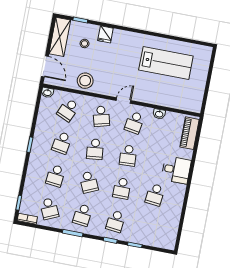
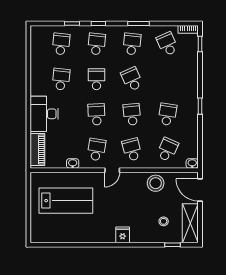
fridge: (105, 34) -> (123, 235), moved
lab bench: (166, 63) -> (66, 201), moved, turned 180
desk: (176, 170) -> (44, 114), width x1.37
school desk: (56, 176) -> (61, 44), moved

